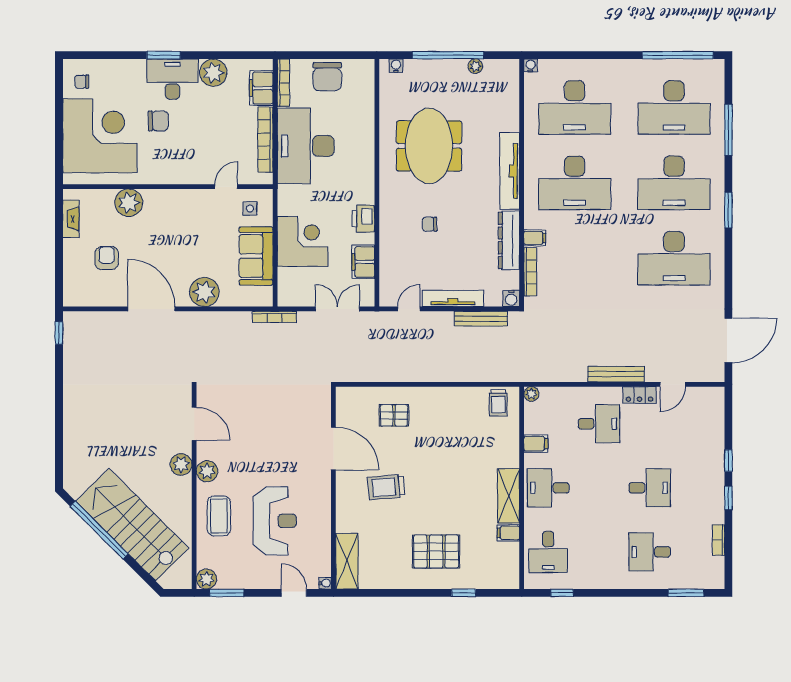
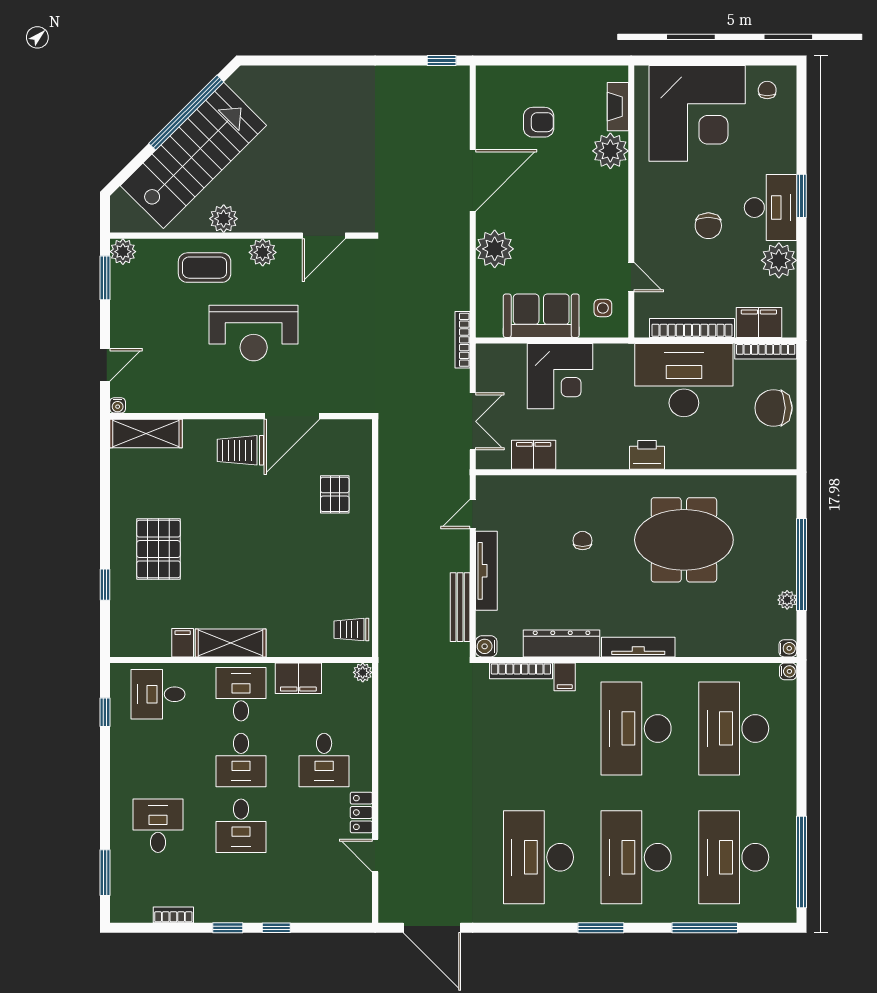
water cooler: (396, 66) -> (788, 648), moved
chair: (158, 121) -> (708, 226), moved
tv unit: (510, 171) -> (638, 647), width x0.73, depth x0.78
fireplace: (71, 219) -> (618, 107), moved, turned 90
printer: (363, 219) -> (647, 455), moved
door: (409, 309) -> (473, 514), swing flipped
bench: (616, 374) -> (388, 782), removed
filing cabinet: (536, 444) -> (298, 678), width x2.00
plant: (181, 464) -> (224, 219), moved
trolley: (386, 487) -> (240, 450), moved, turned -85
desk: (599, 488) -> (241, 760), added
reception desk: (275, 521) -> (254, 333), moved

